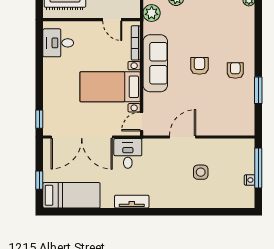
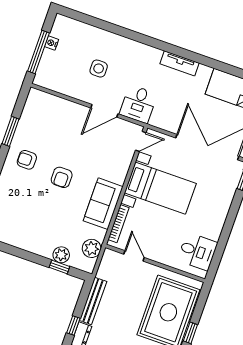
sofa: (155, 63) -> (103, 204), width x0.73
armchair: (235, 70) -> (27, 160), turned 90
desk: (128, 153) -> (138, 104), moved

